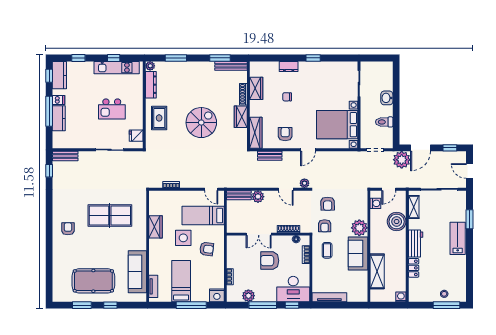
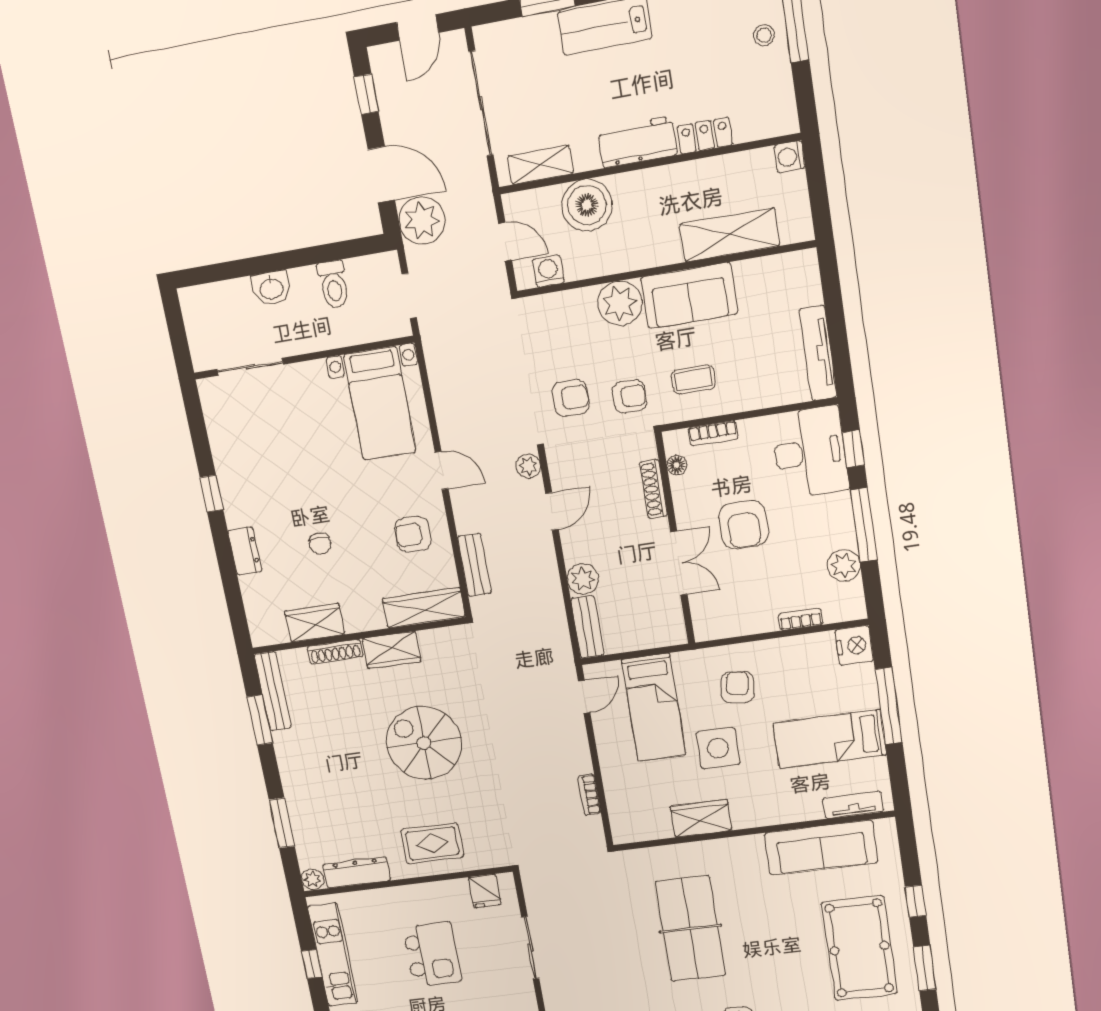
bed with nightstands: (337, 125) -> (380, 403), width x0.73

